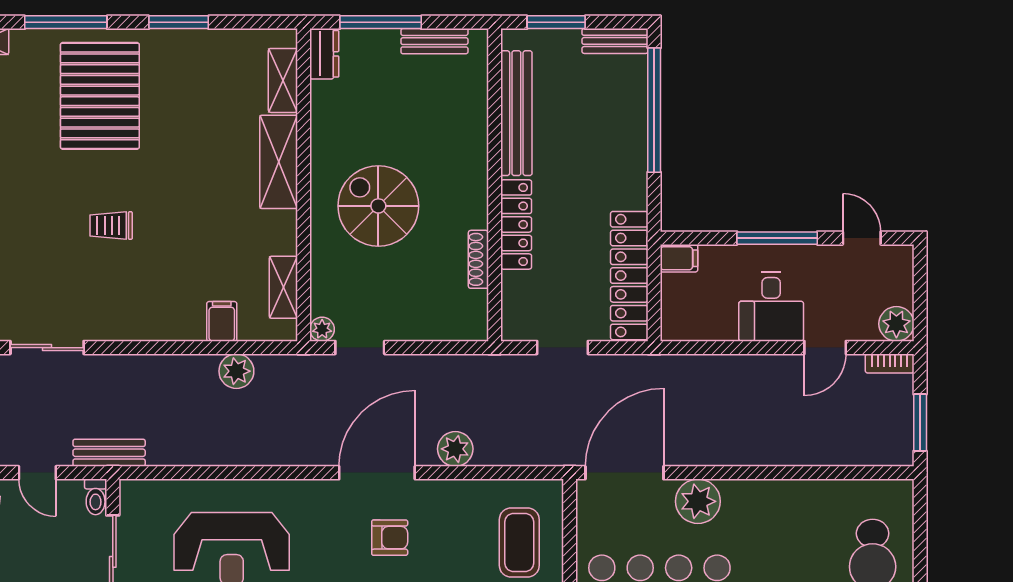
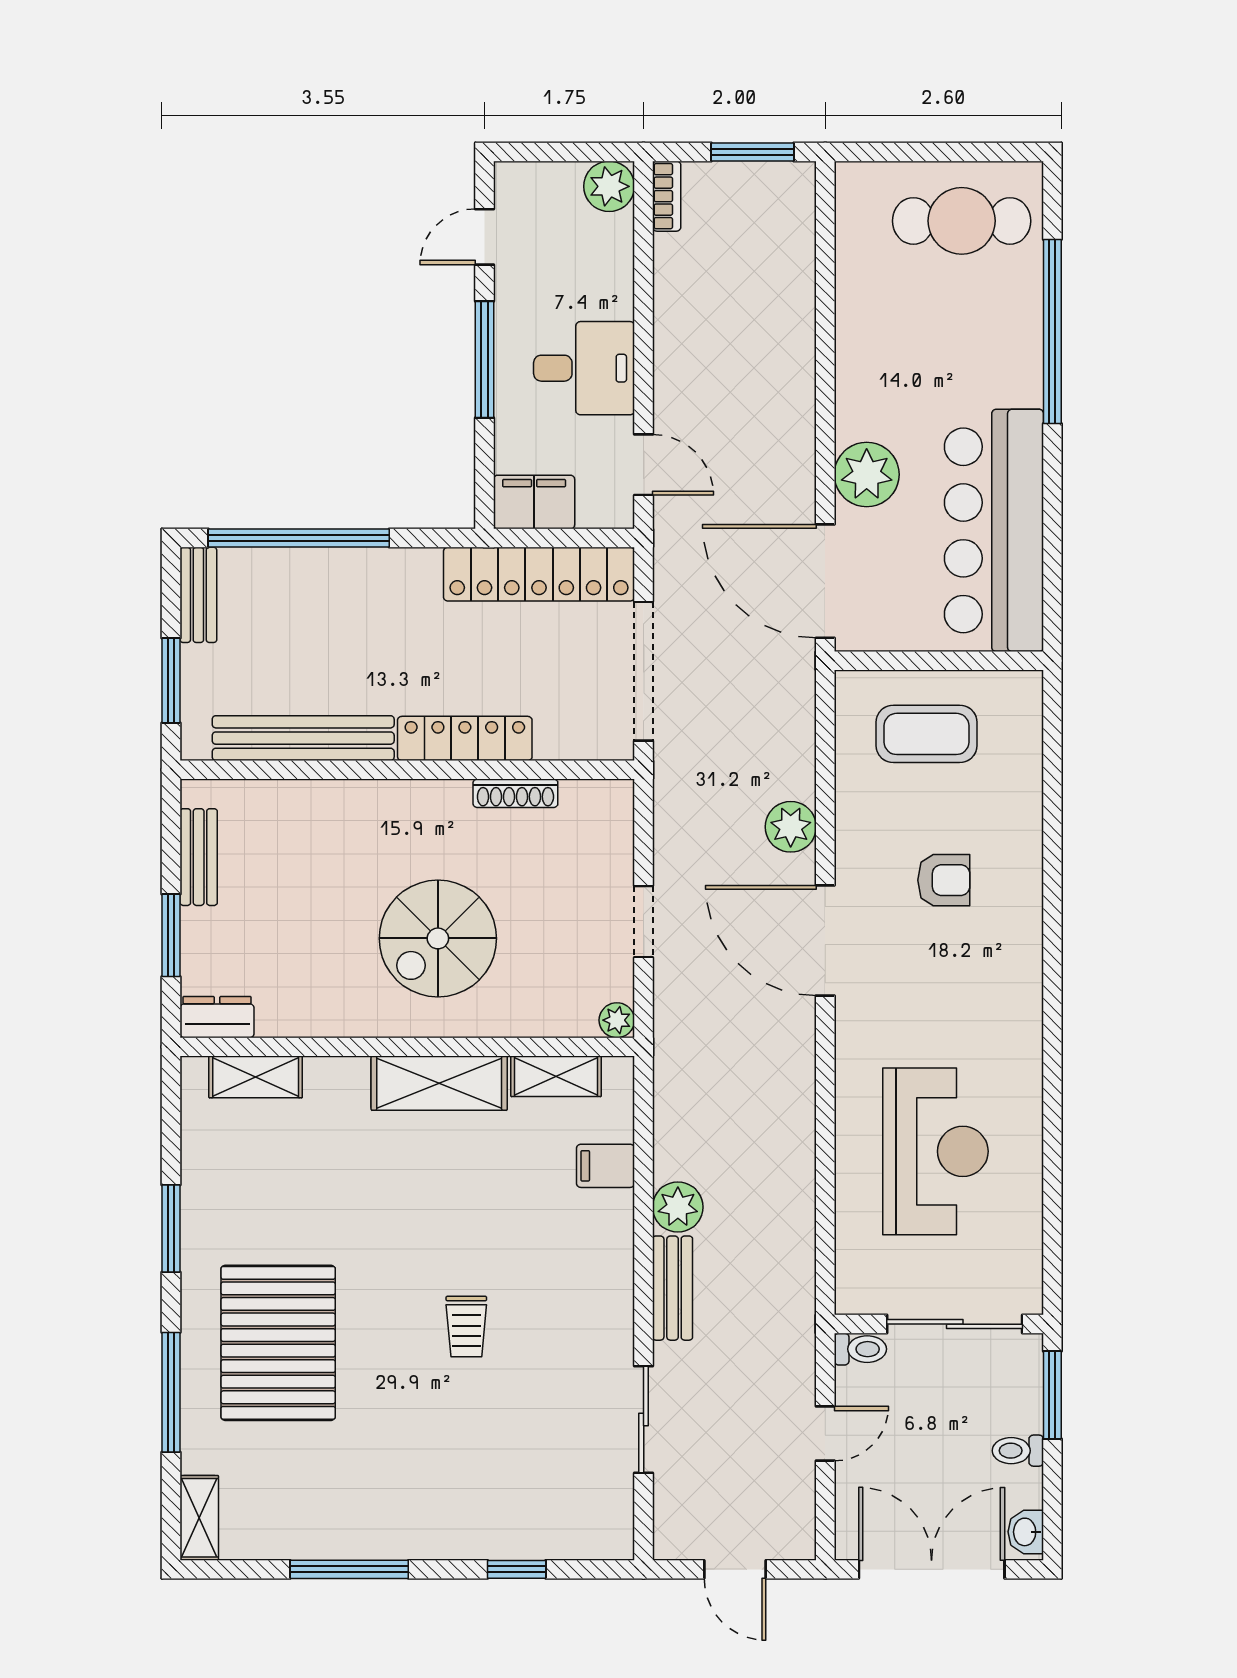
window: (381, 22) -> (171, 935), width x0.69
pallet: (100, 96) -> (278, 1343), turned 90
shelving: (279, 162) -> (439, 1083), moved
filing cabinet: (679, 258) -> (534, 502), width x2.00
doorway: (360, 348) -> (644, 922), moved
doorway: (562, 348) -> (644, 671), width x1.87
door: (825, 348) -> (644, 465), moved
plant: (236, 371) -> (678, 1207), moved
bench: (109, 453) -> (673, 1288), moved
armchair: (390, 538) -> (944, 880), moved, turned 90

